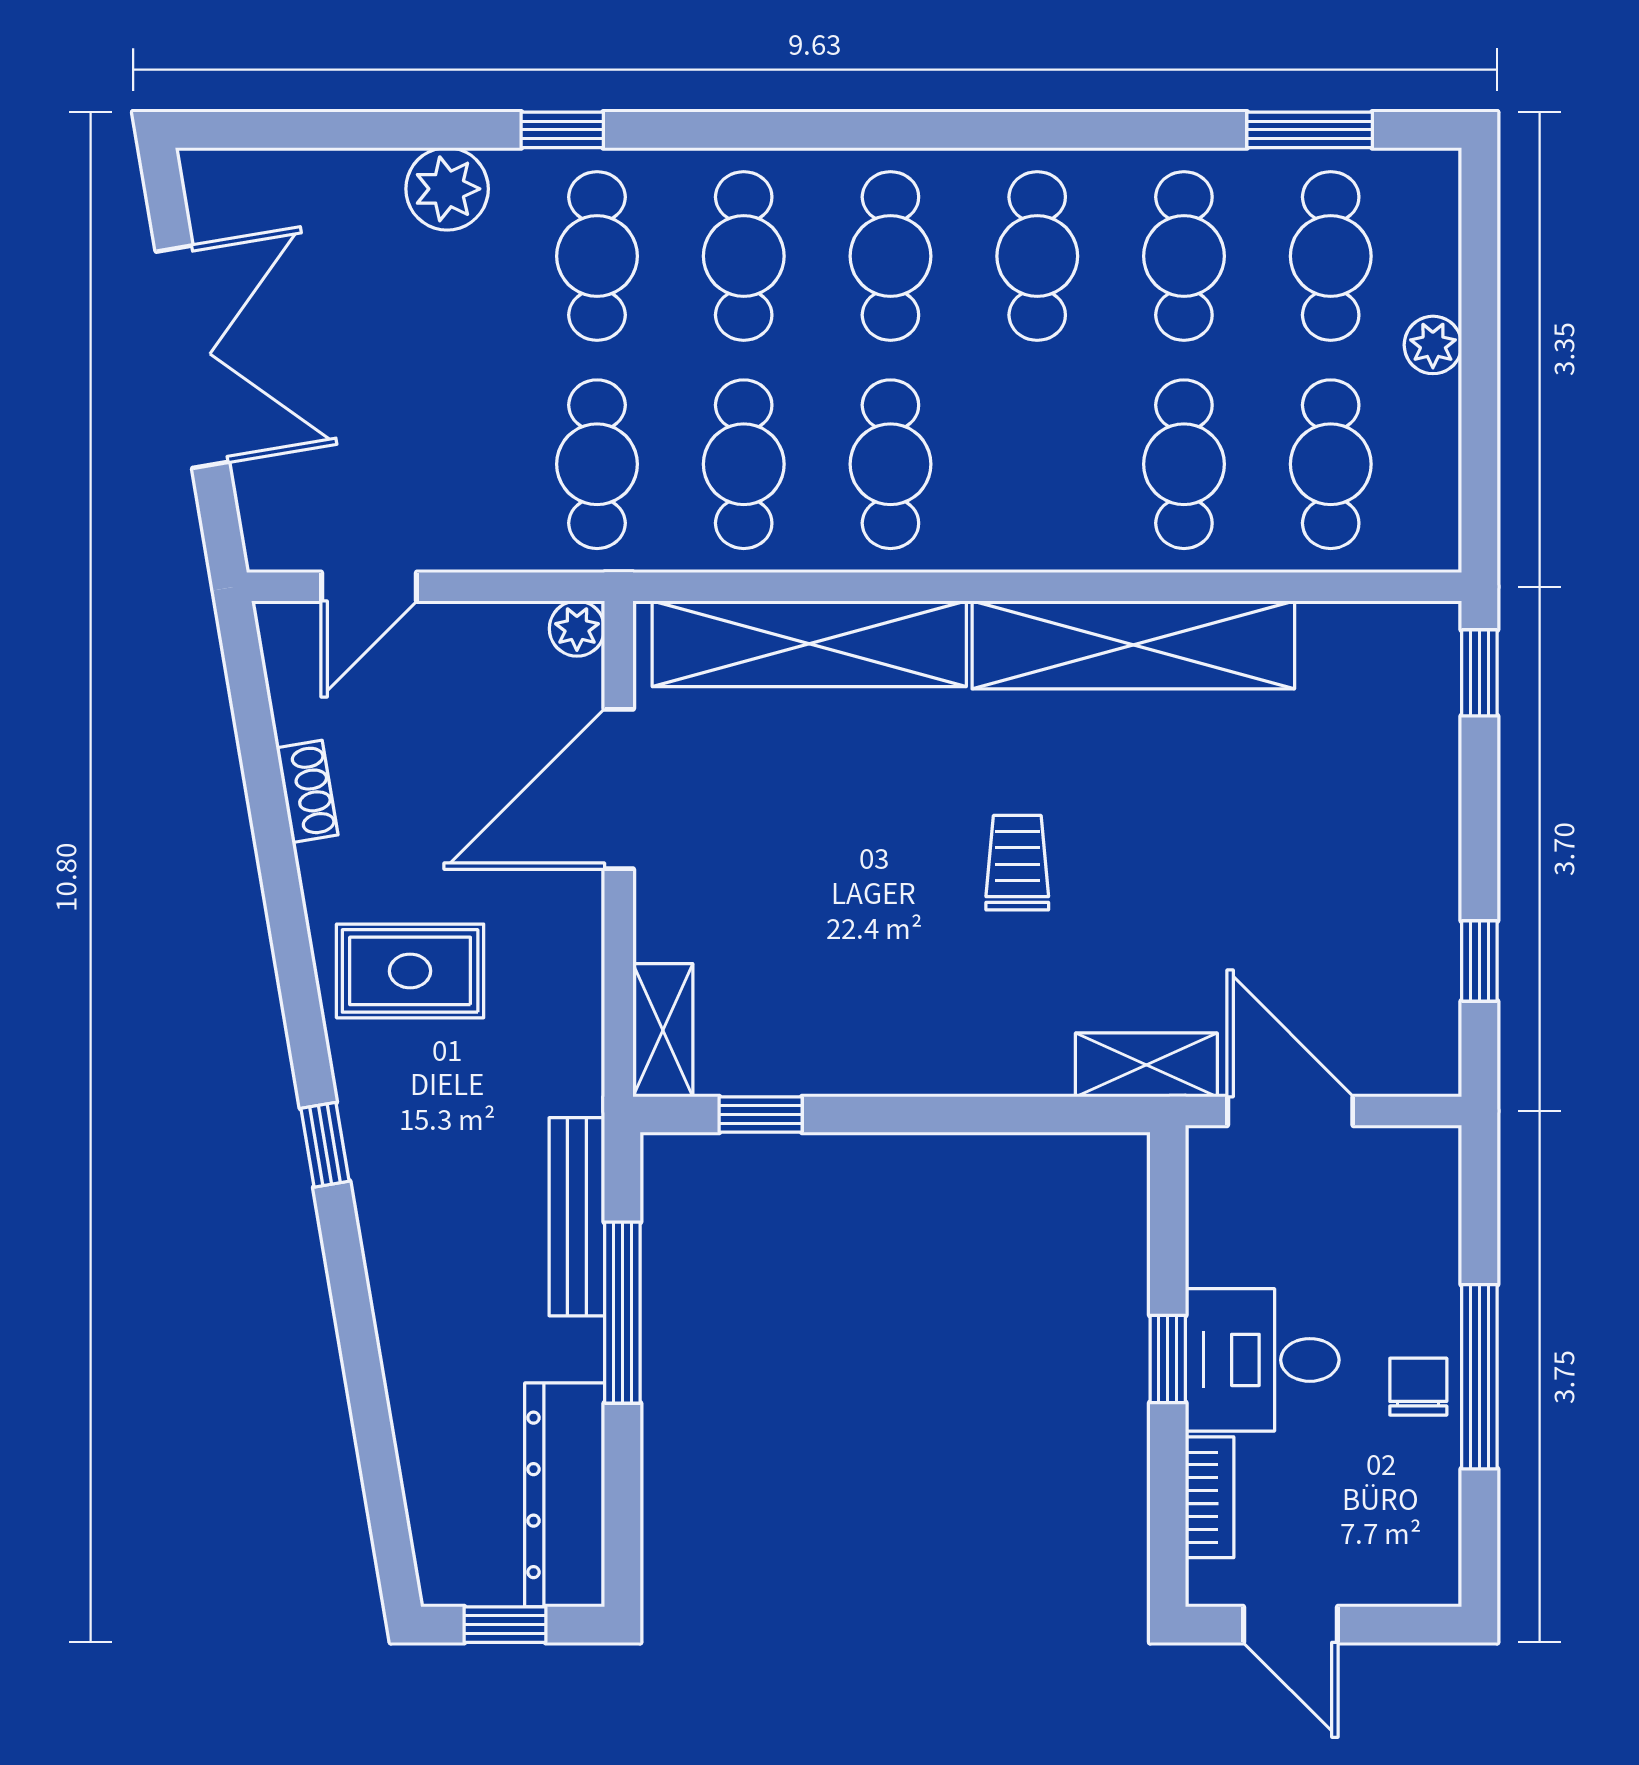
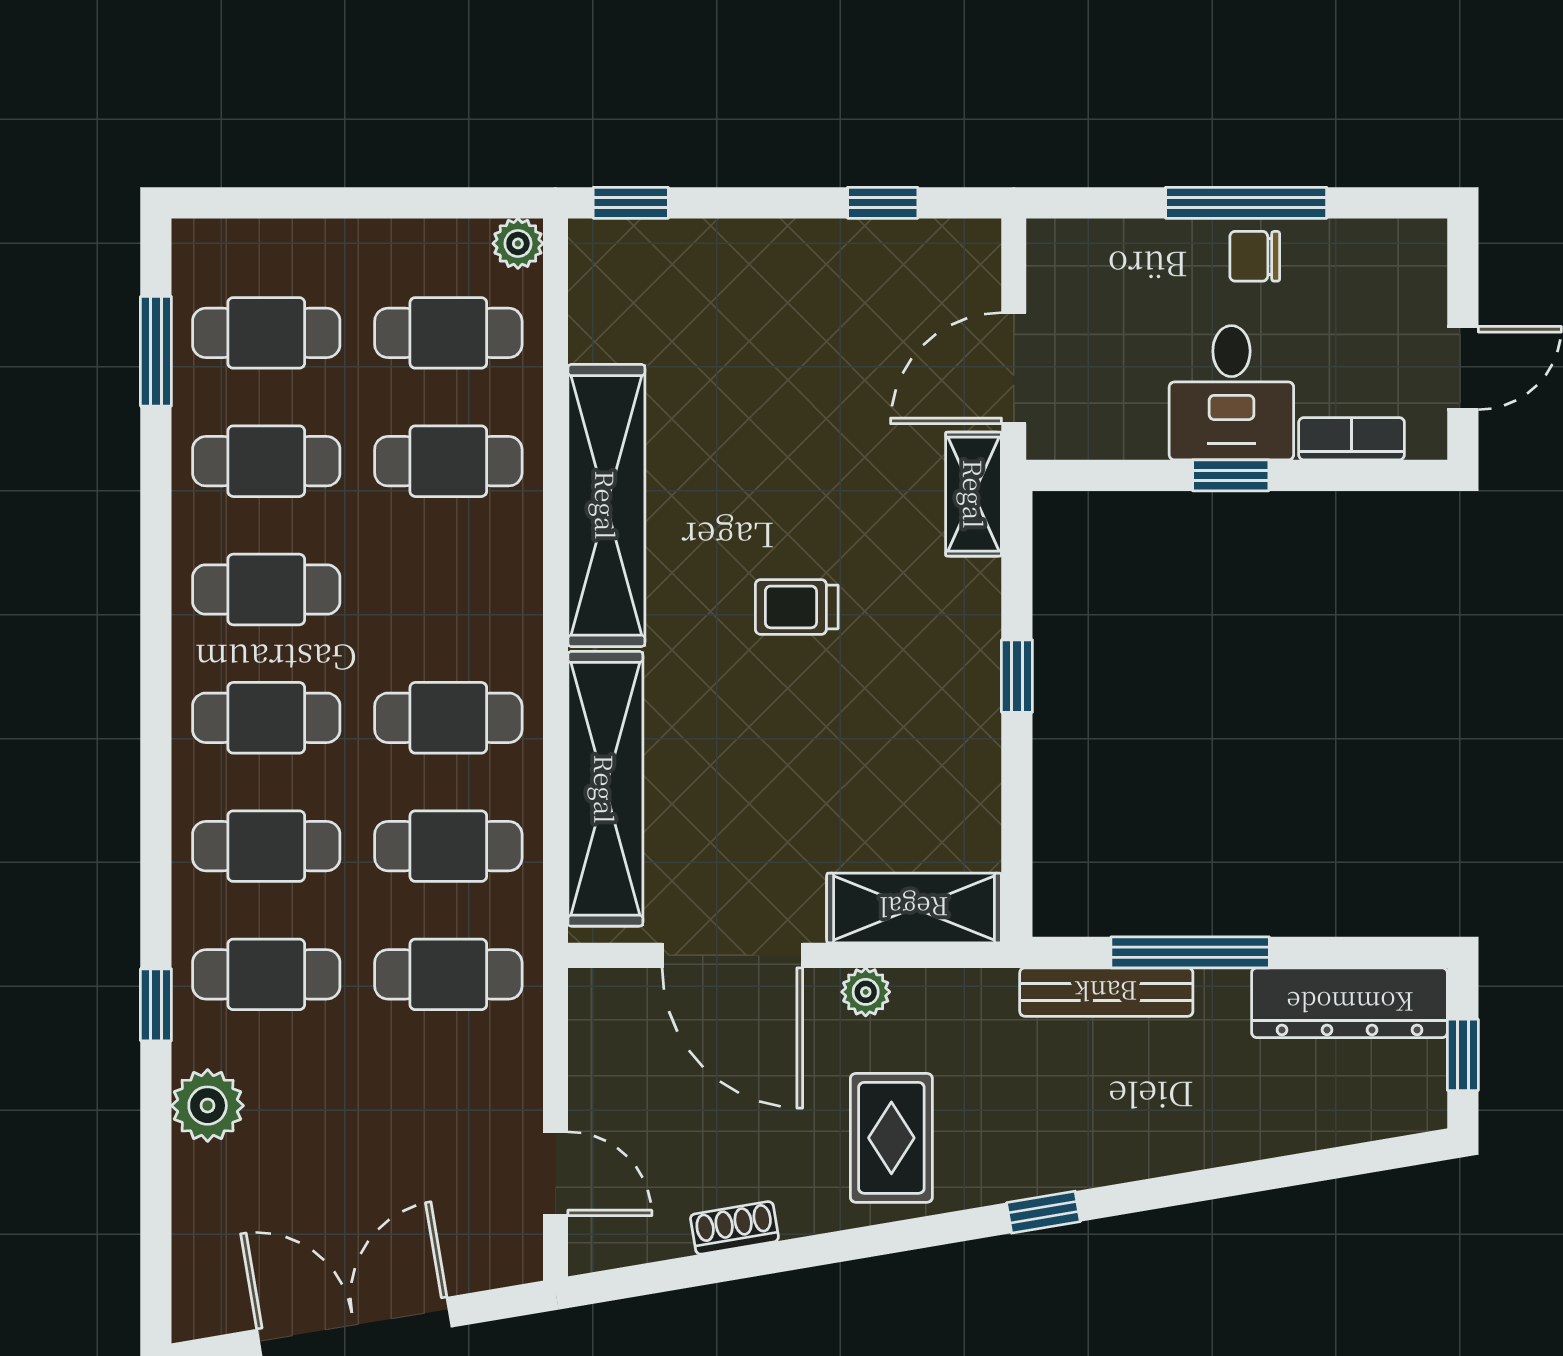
plant: (1433, 345) -> (518, 243), moved
plant: (577, 629) -> (866, 992), moved
shelving: (663, 1030) -> (914, 908), width x1.50, depth x1.33
window: (761, 1115) -> (1017, 676), moved

